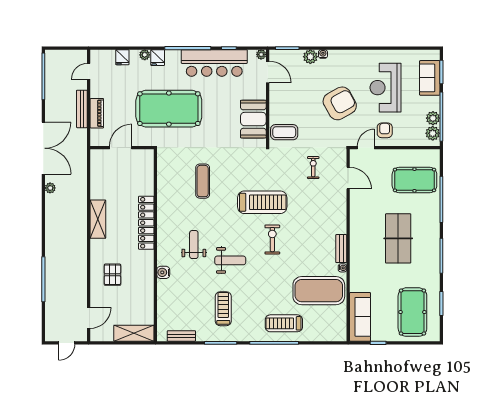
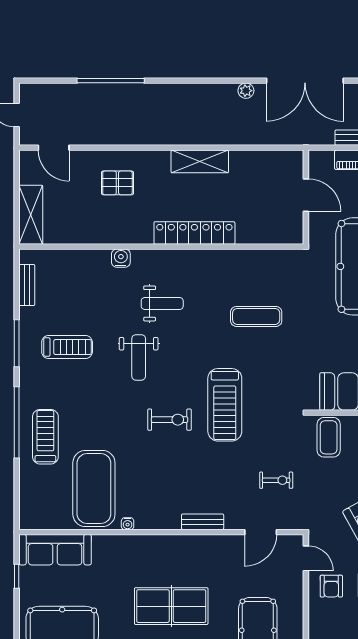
armchair: (385, 130) -> (331, 586), turned 90
bench: (341, 249) -> (203, 522), moved

